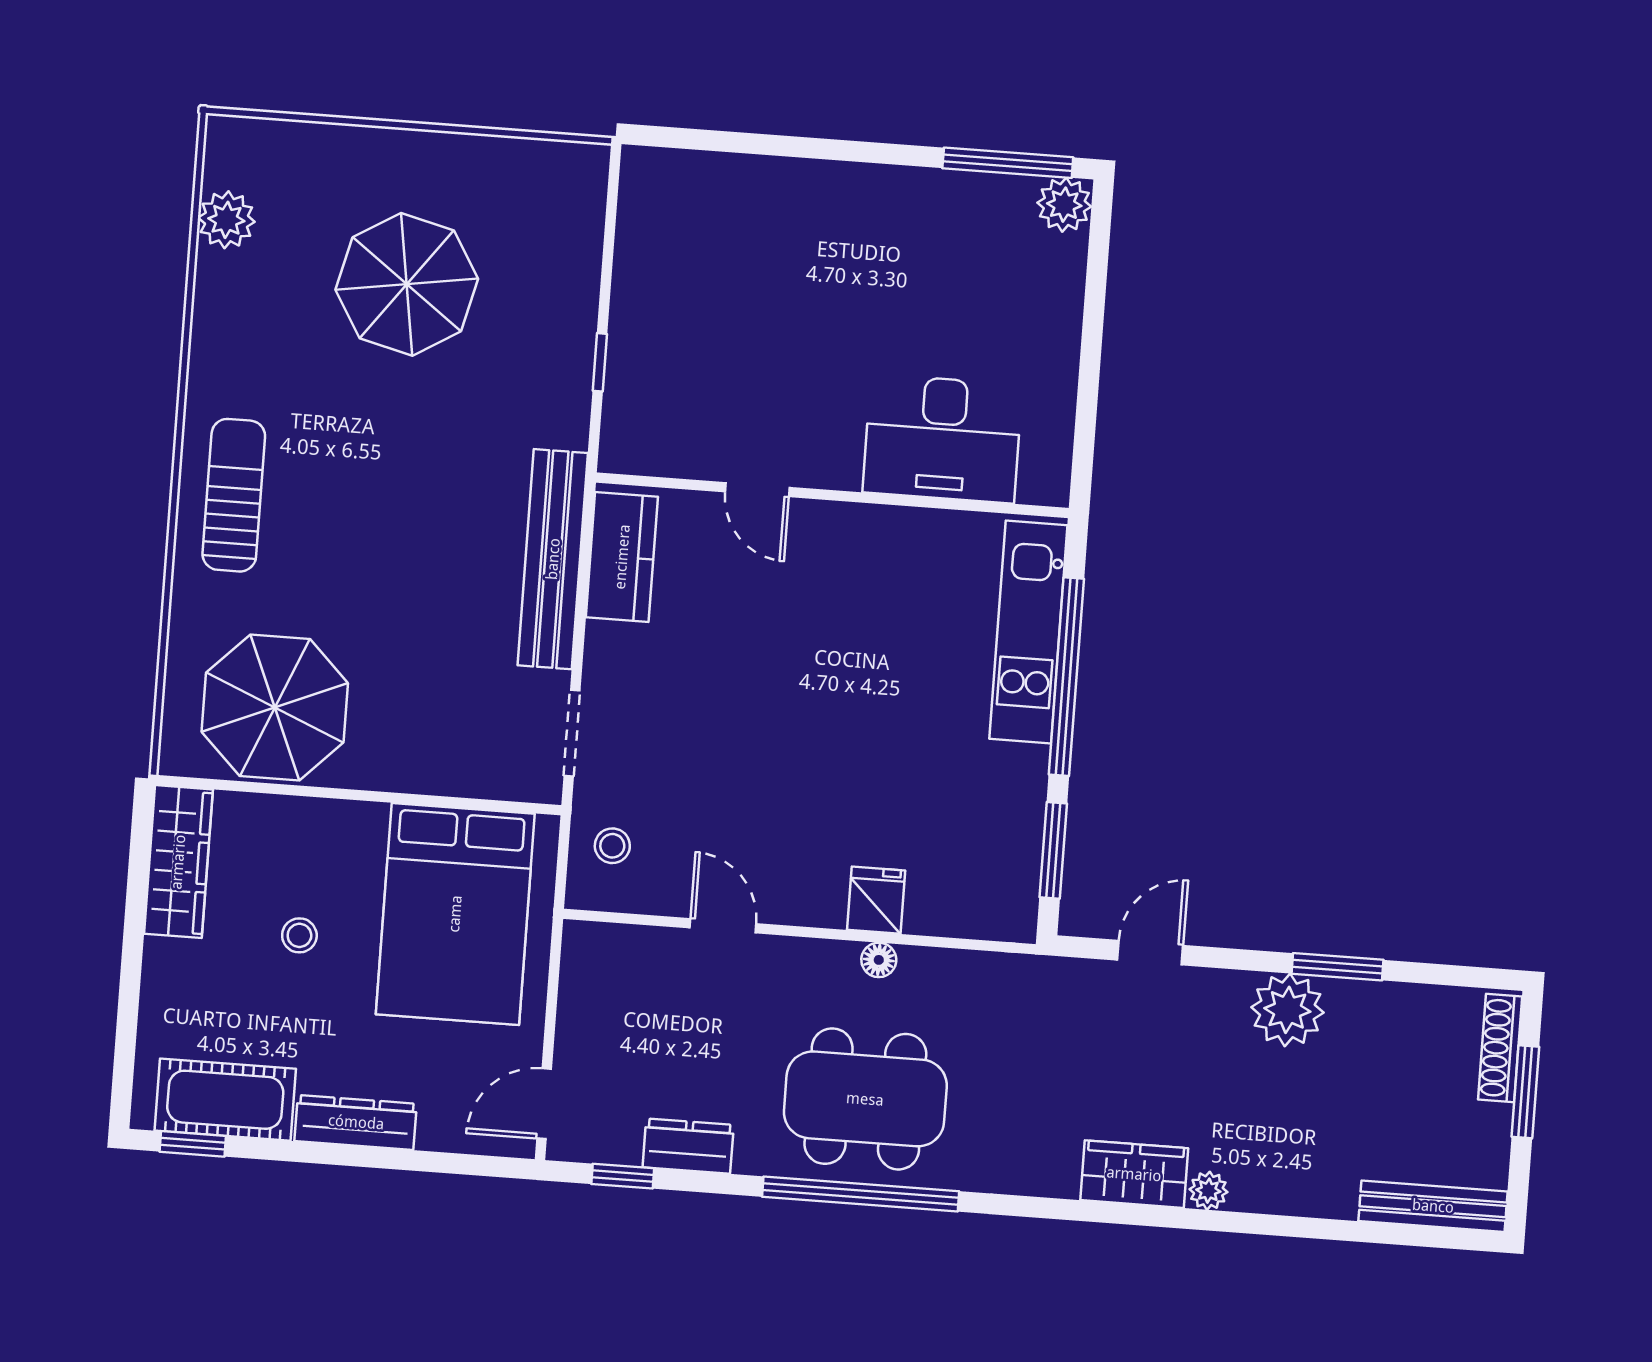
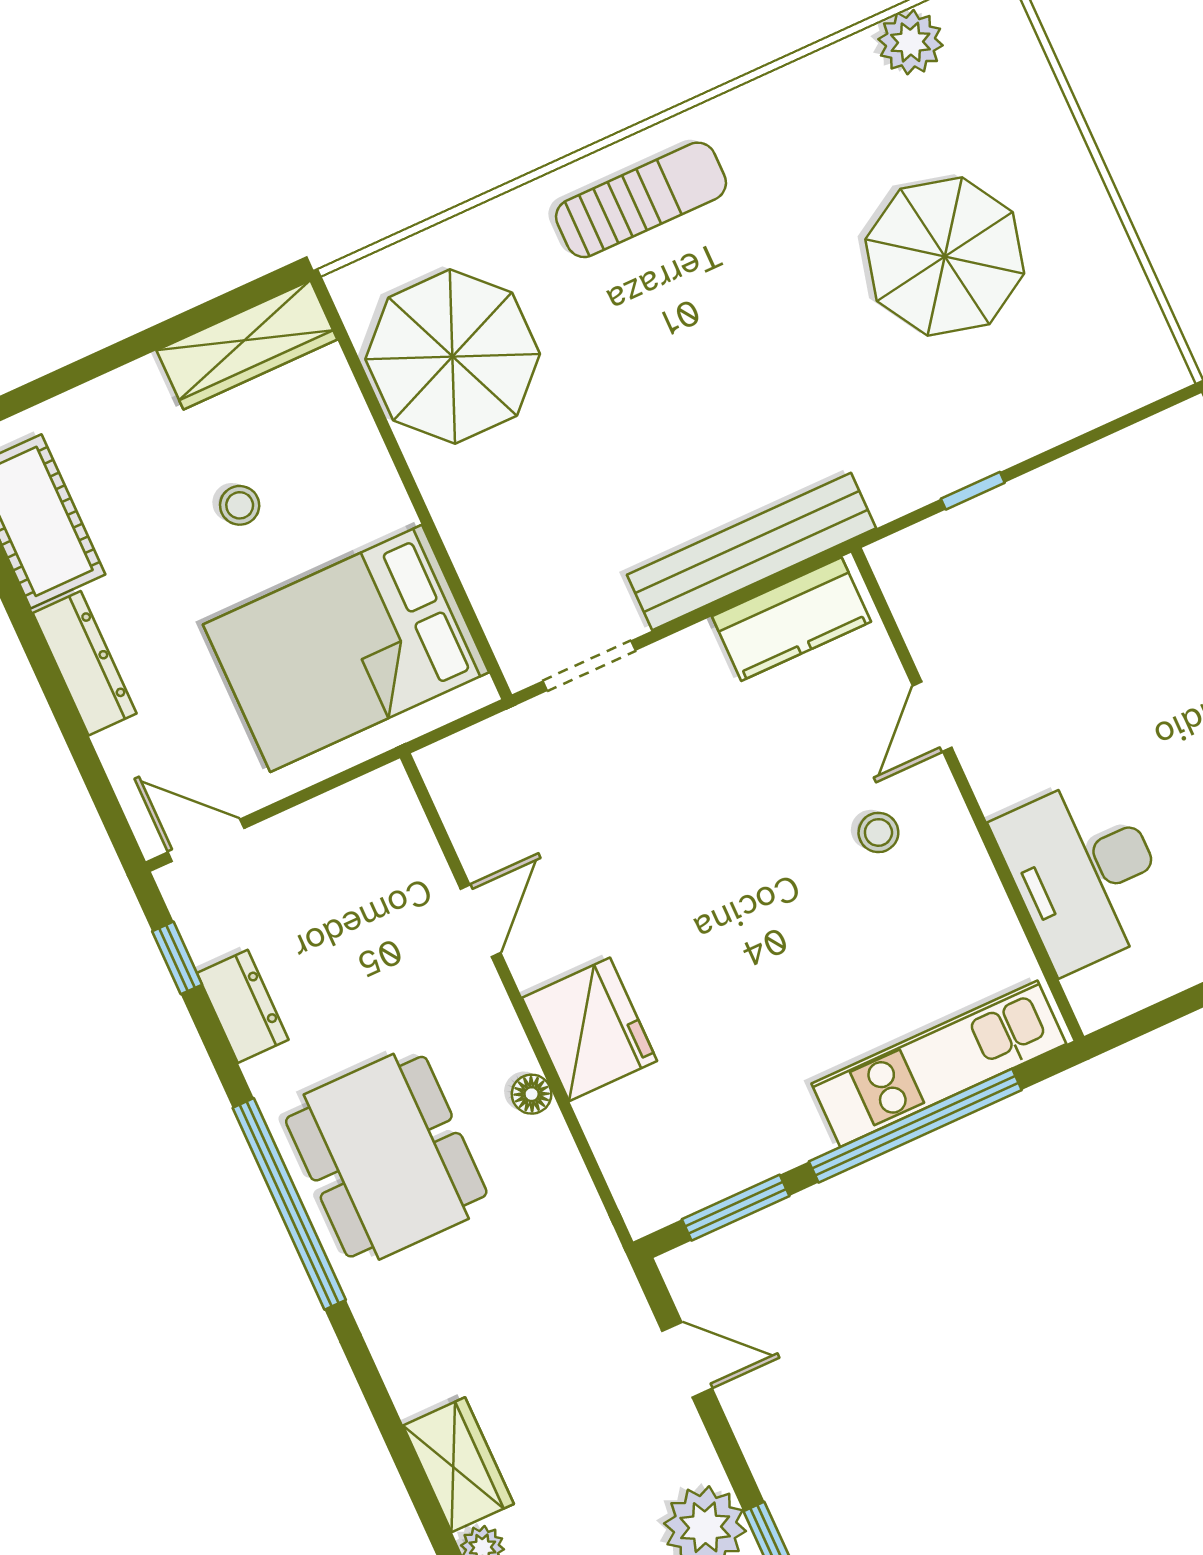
stool: (612, 846) -> (878, 832), moved
fridge: (876, 900) -> (590, 1029), width x1.88, depth x1.34

